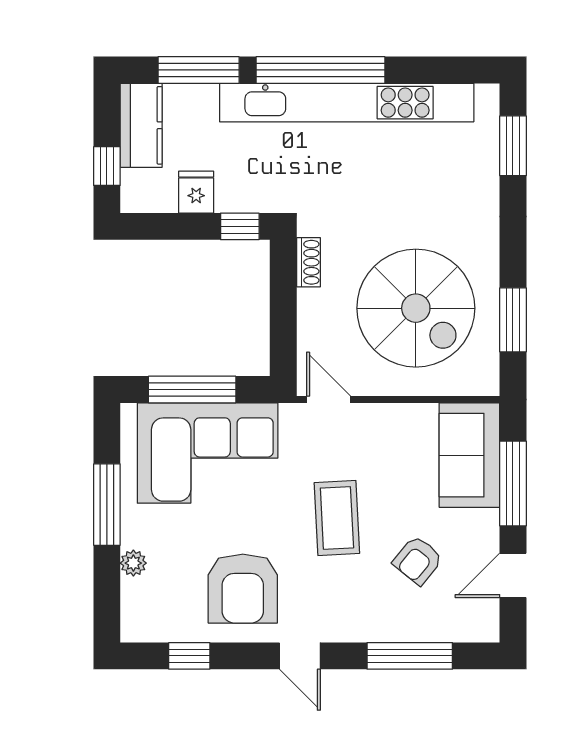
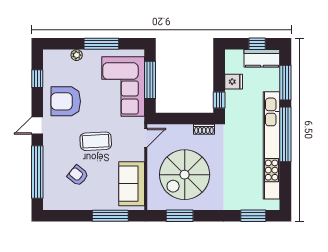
window: (107, 166) -> (257, 44), moved
sofa: (469, 455) -> (132, 184), moved, turned -90
door: (513, 575) -> (71, 216), removed
window: (410, 656) -> (37, 172), width x1.46

